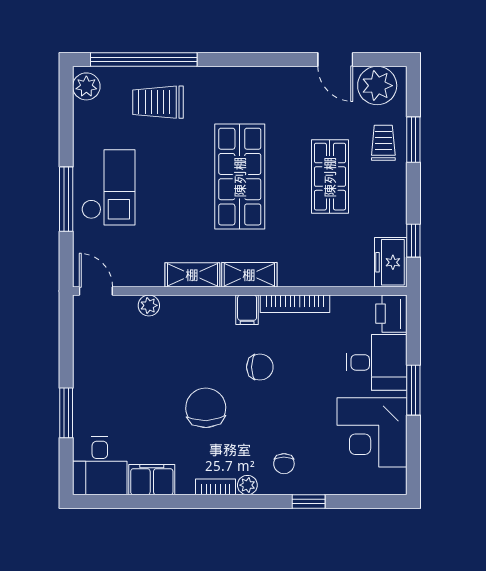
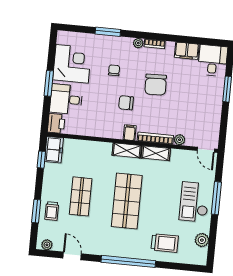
window: (144, 60) -> (128, 261), moved
plant: (86, 86) -> (202, 240), moved
plant: (377, 86) -> (47, 245), width x0.53, depth x0.53
bookcase: (295, 304) -> (155, 138), moved
chair: (284, 464) -> (114, 70), moved
window: (309, 501) -> (108, 32), width x1.50

